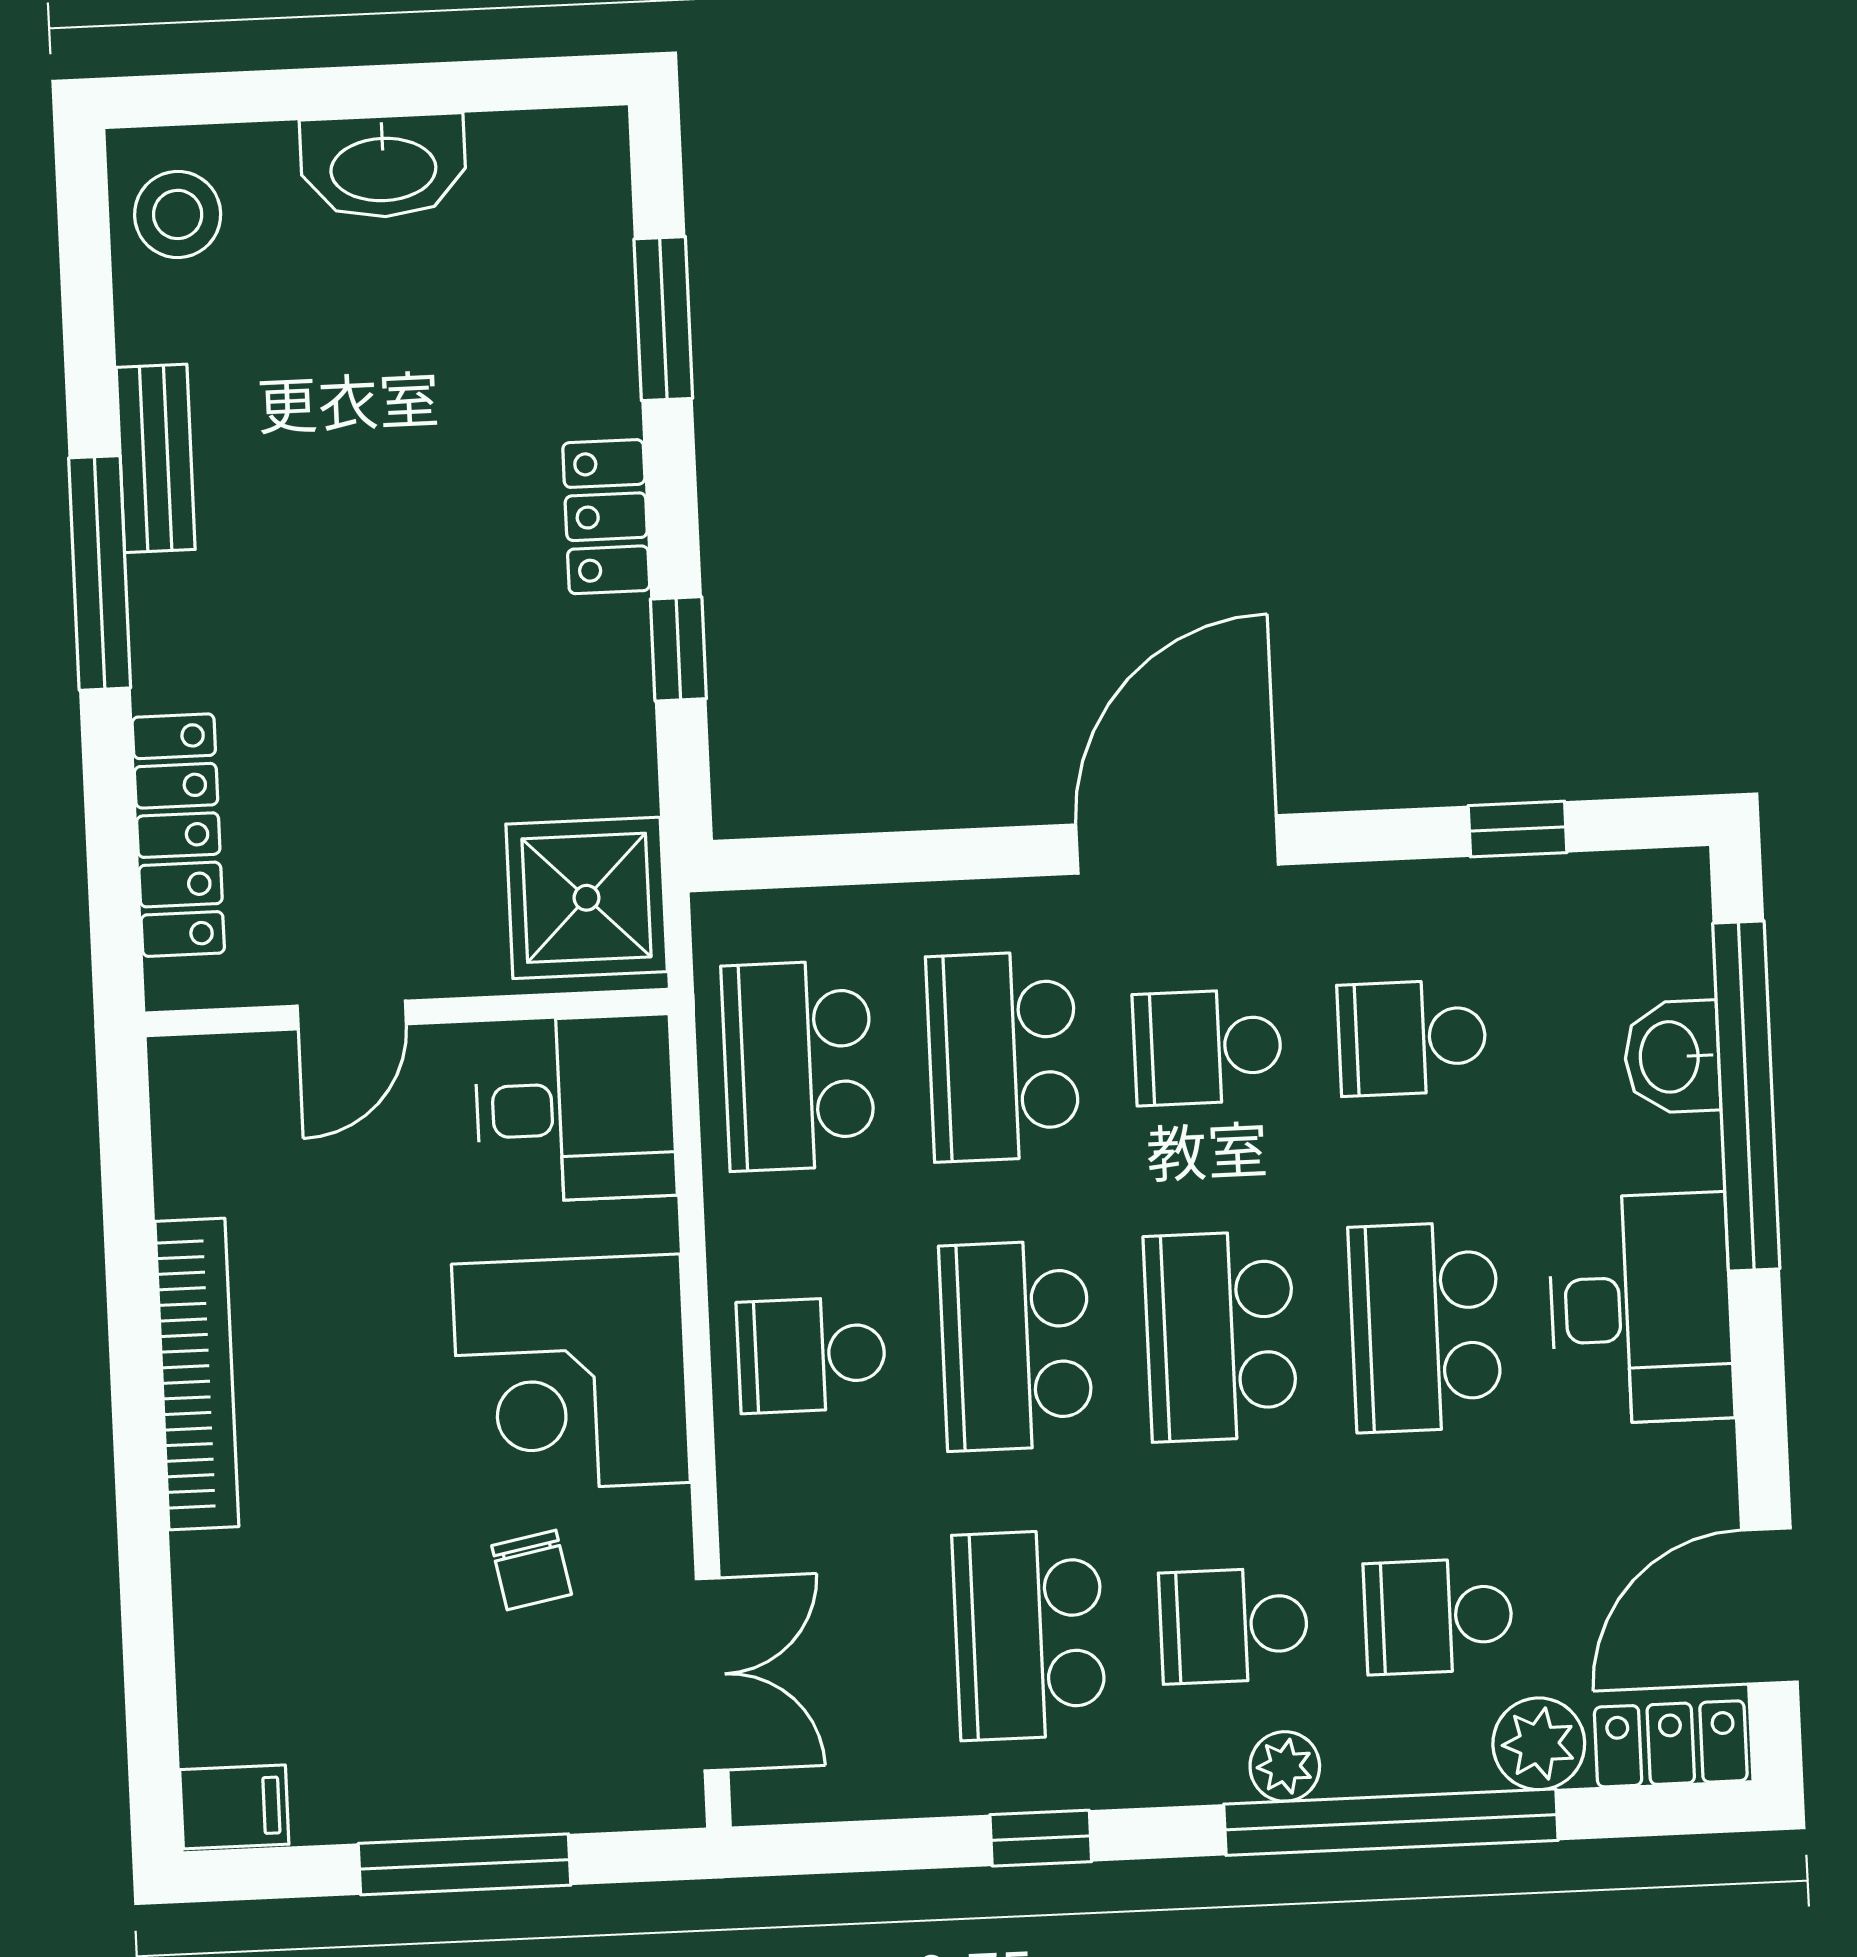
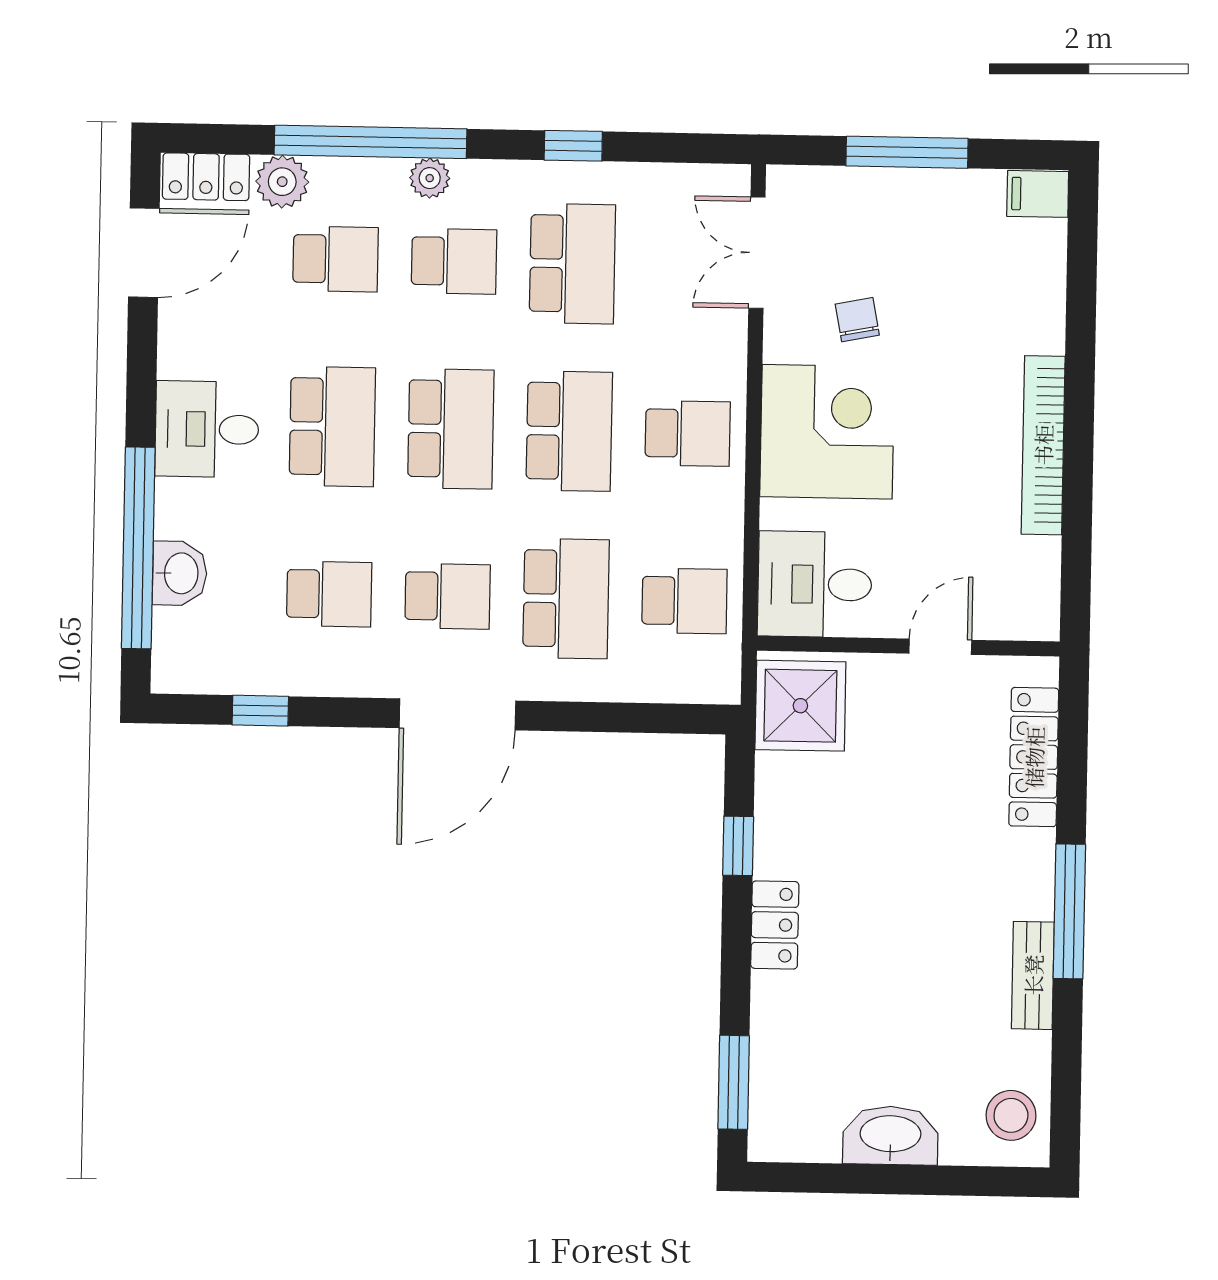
window: (663, 319) -> (734, 1082), moved
school desk: (798, 1066) -> (684, 601), width x0.54
desk: (1641, 1309) -> (207, 429), width x0.73

